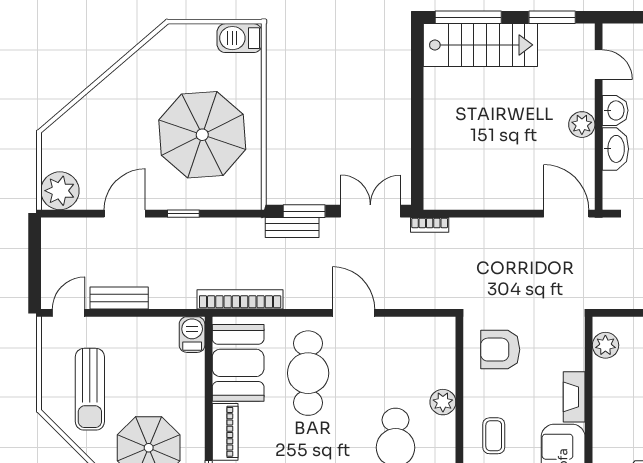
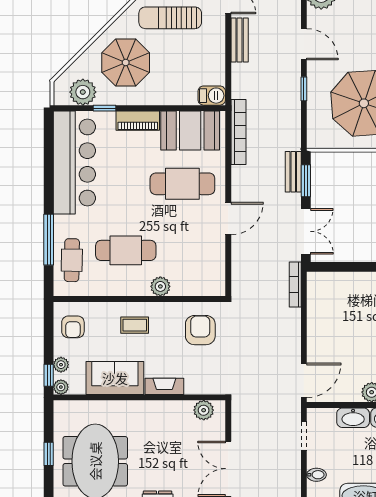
bookcase: (430, 225) -> (295, 284), width x1.56

